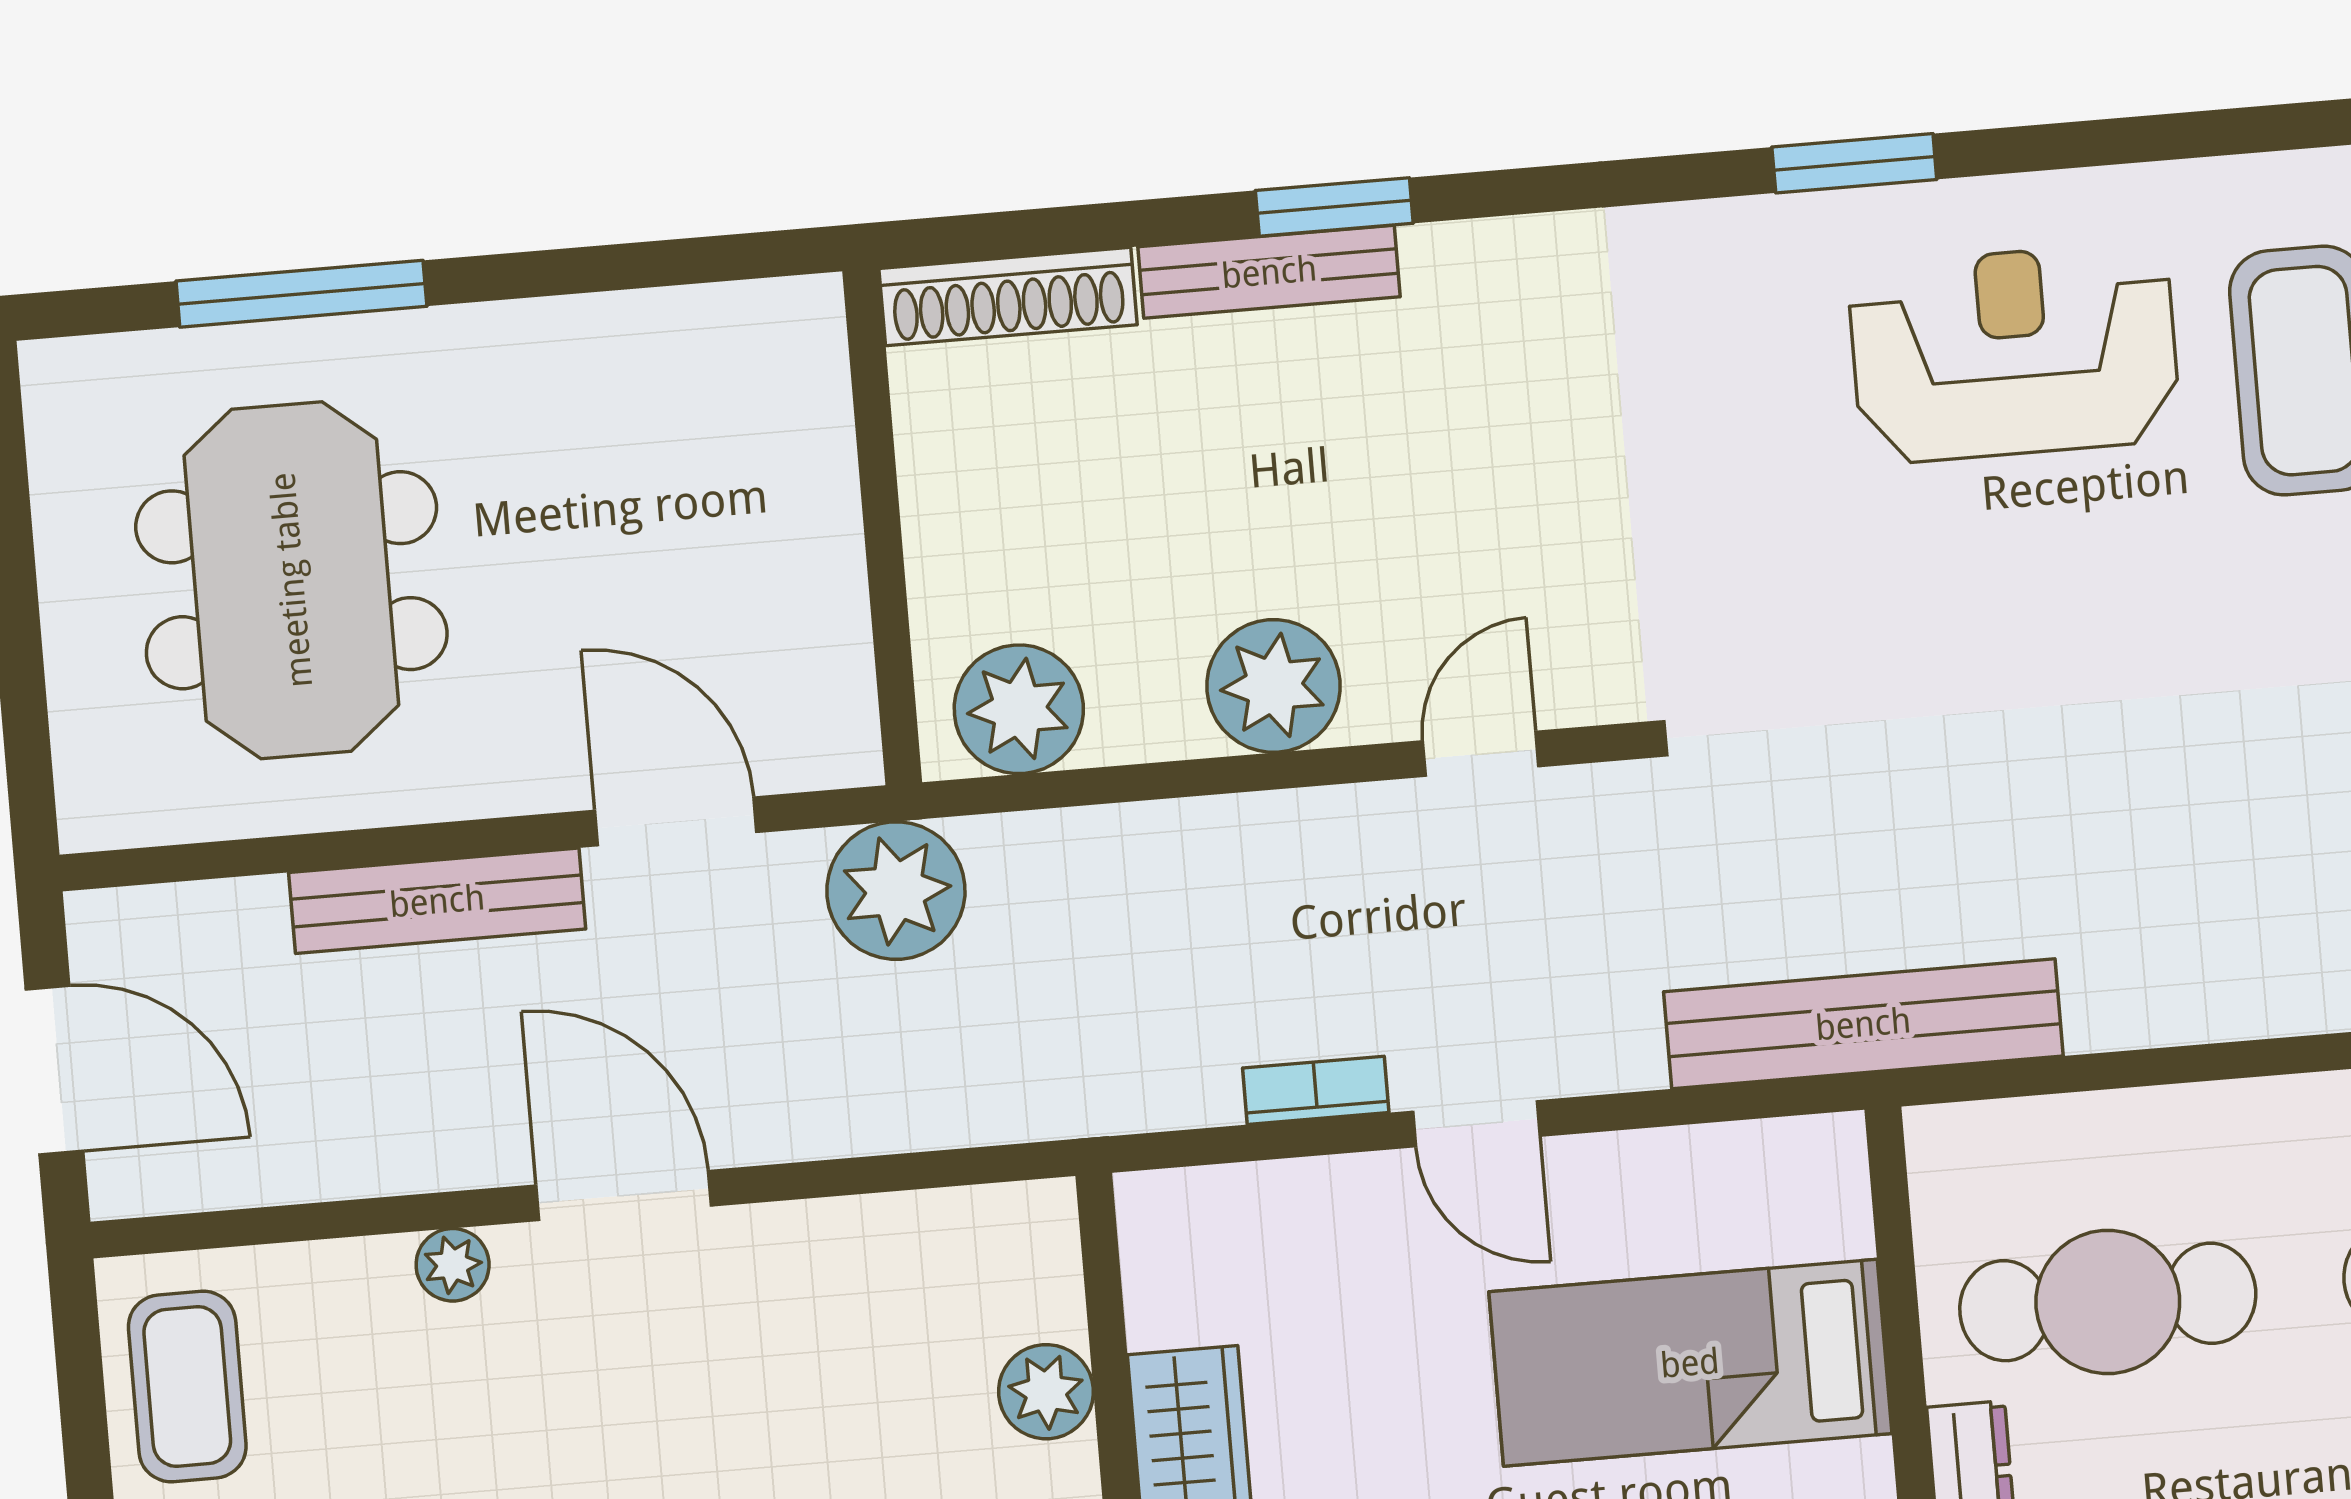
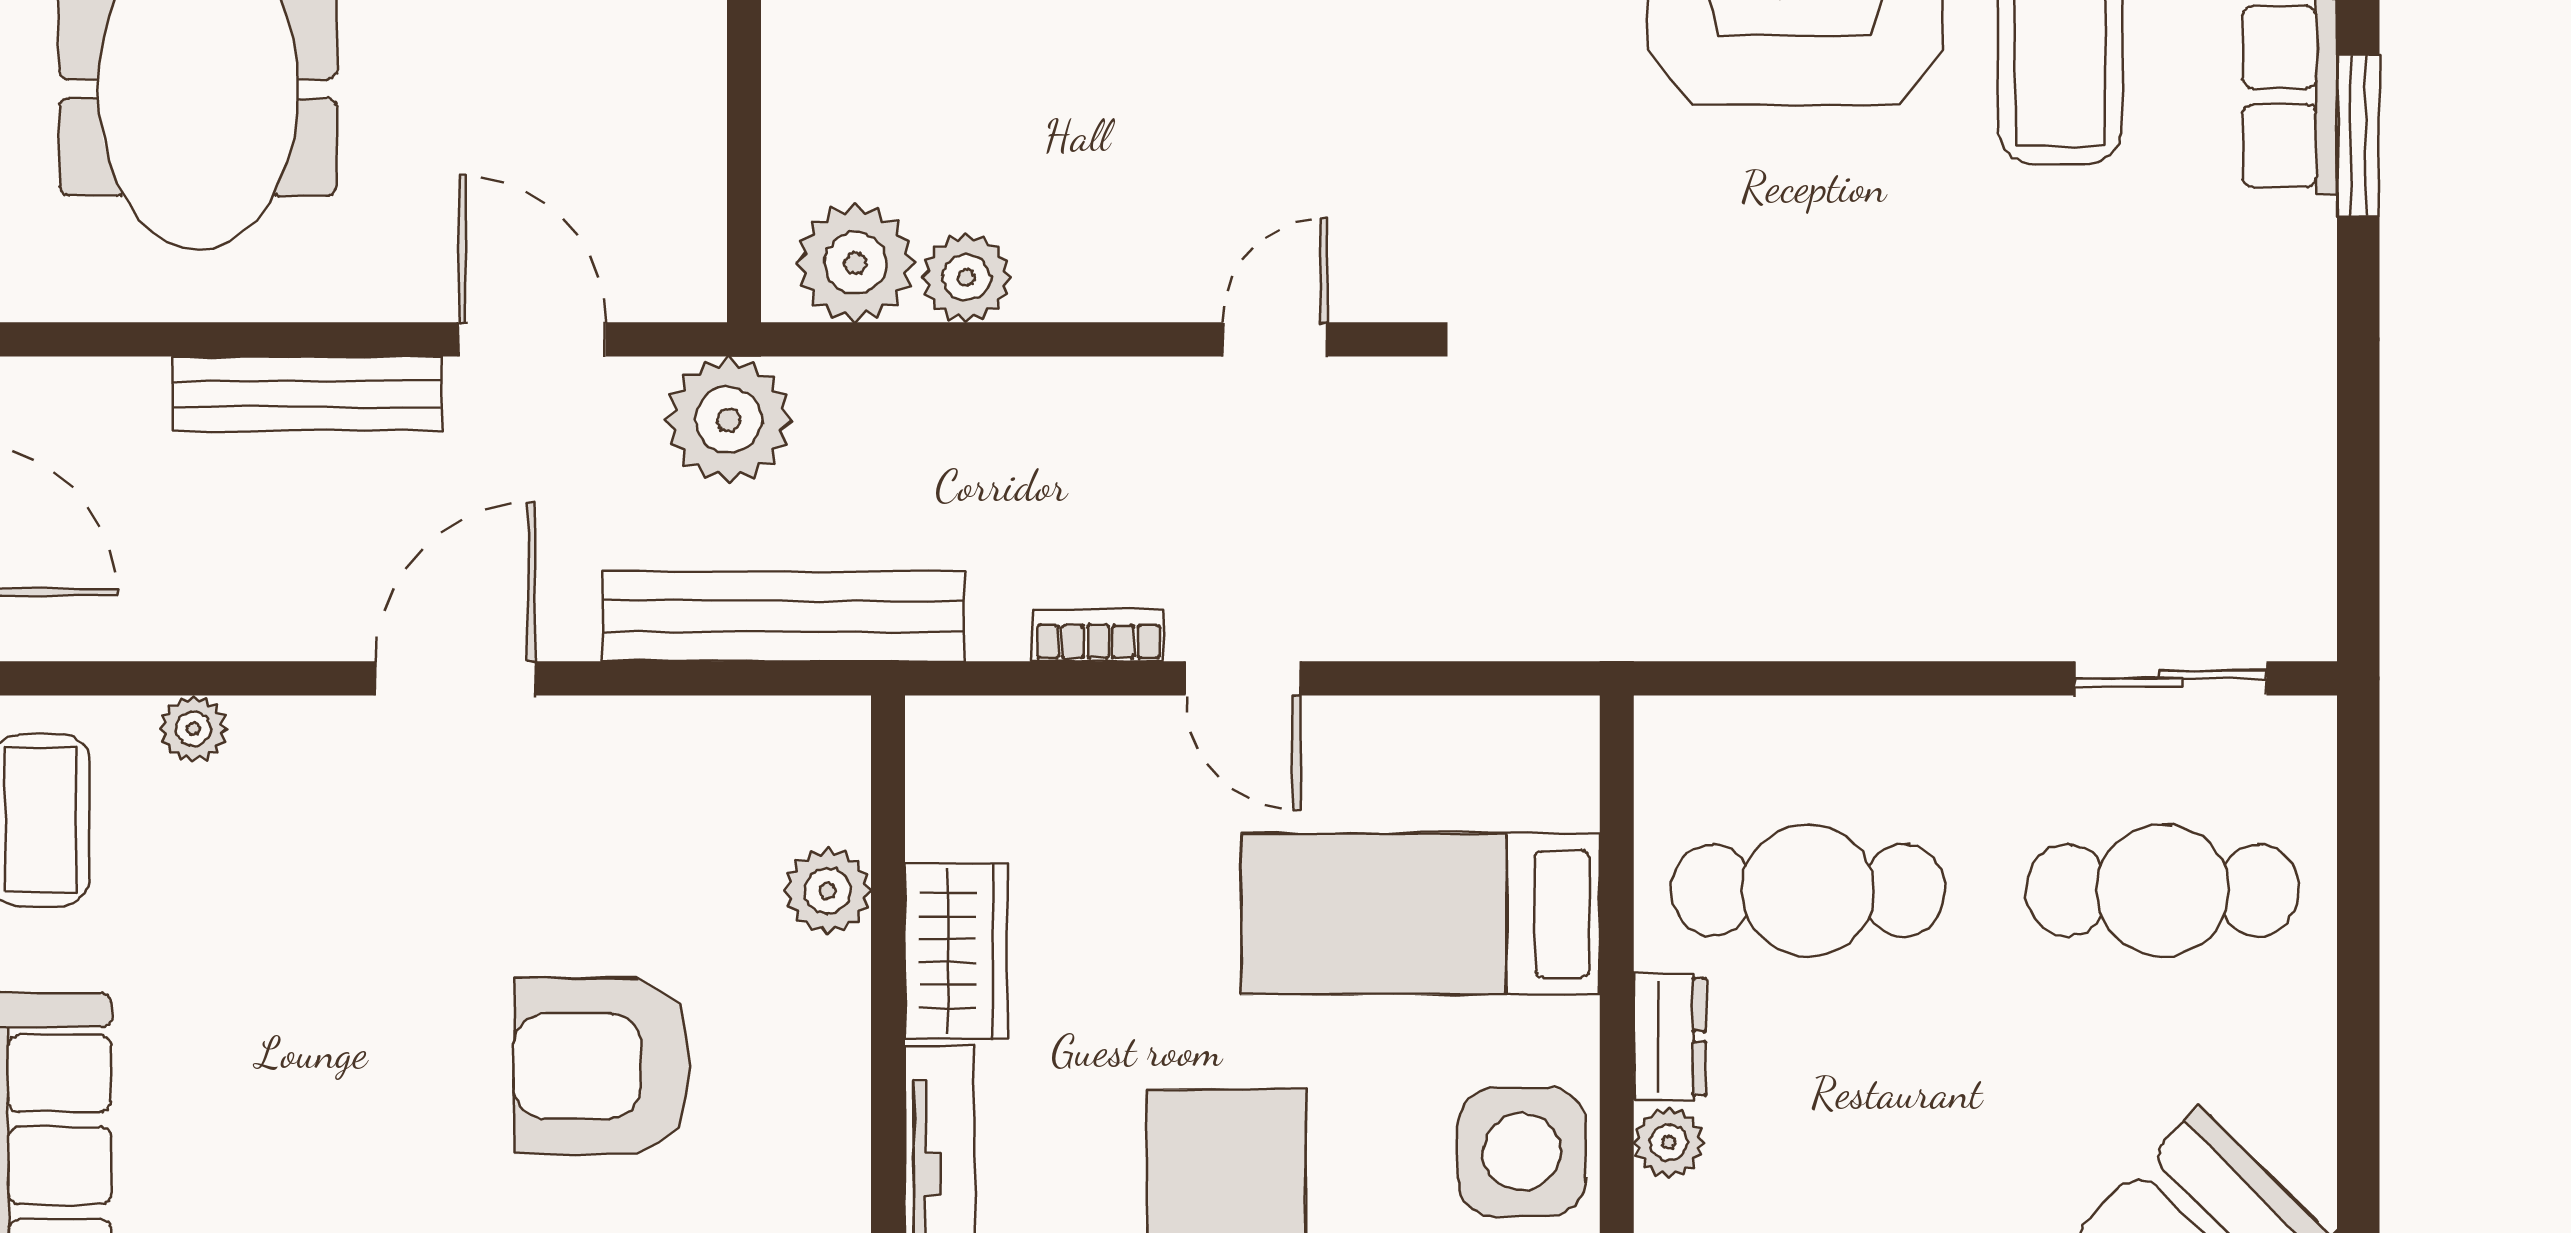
plant: (1274, 686) -> (966, 278), moved, width x0.73, depth x0.73
bench: (1863, 1024) -> (783, 617), moved
door: (624, 1195) -> (455, 678), hinge flipped
plant: (453, 1265) -> (193, 729), moved

